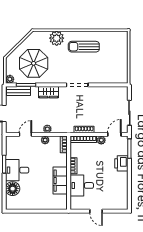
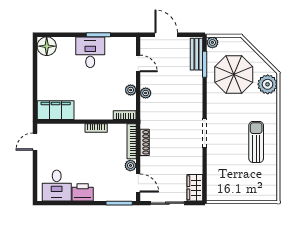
plant: (57, 38) -> (268, 84), moved
wardrobe: (49, 92) -> (195, 188), moved
printer: (121, 163) -> (83, 192), moved
filing cabinet: (60, 181) -> (56, 110), moved
desk: (82, 185) -> (57, 185), moved, turned 180
floor lamp: (13, 189) -> (47, 46), moved
door: (96, 211) -> (35, 142), moved

